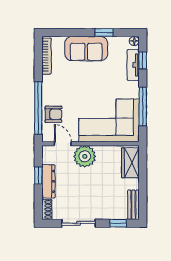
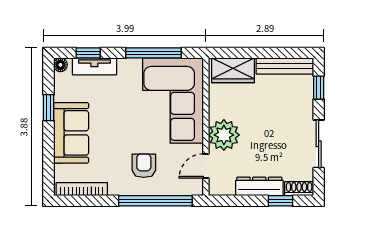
armchair: (53, 114) -> (144, 166), moved
window: (38, 175) -> (280, 201), moved
bench: (133, 205) -> (285, 66), width x1.36

